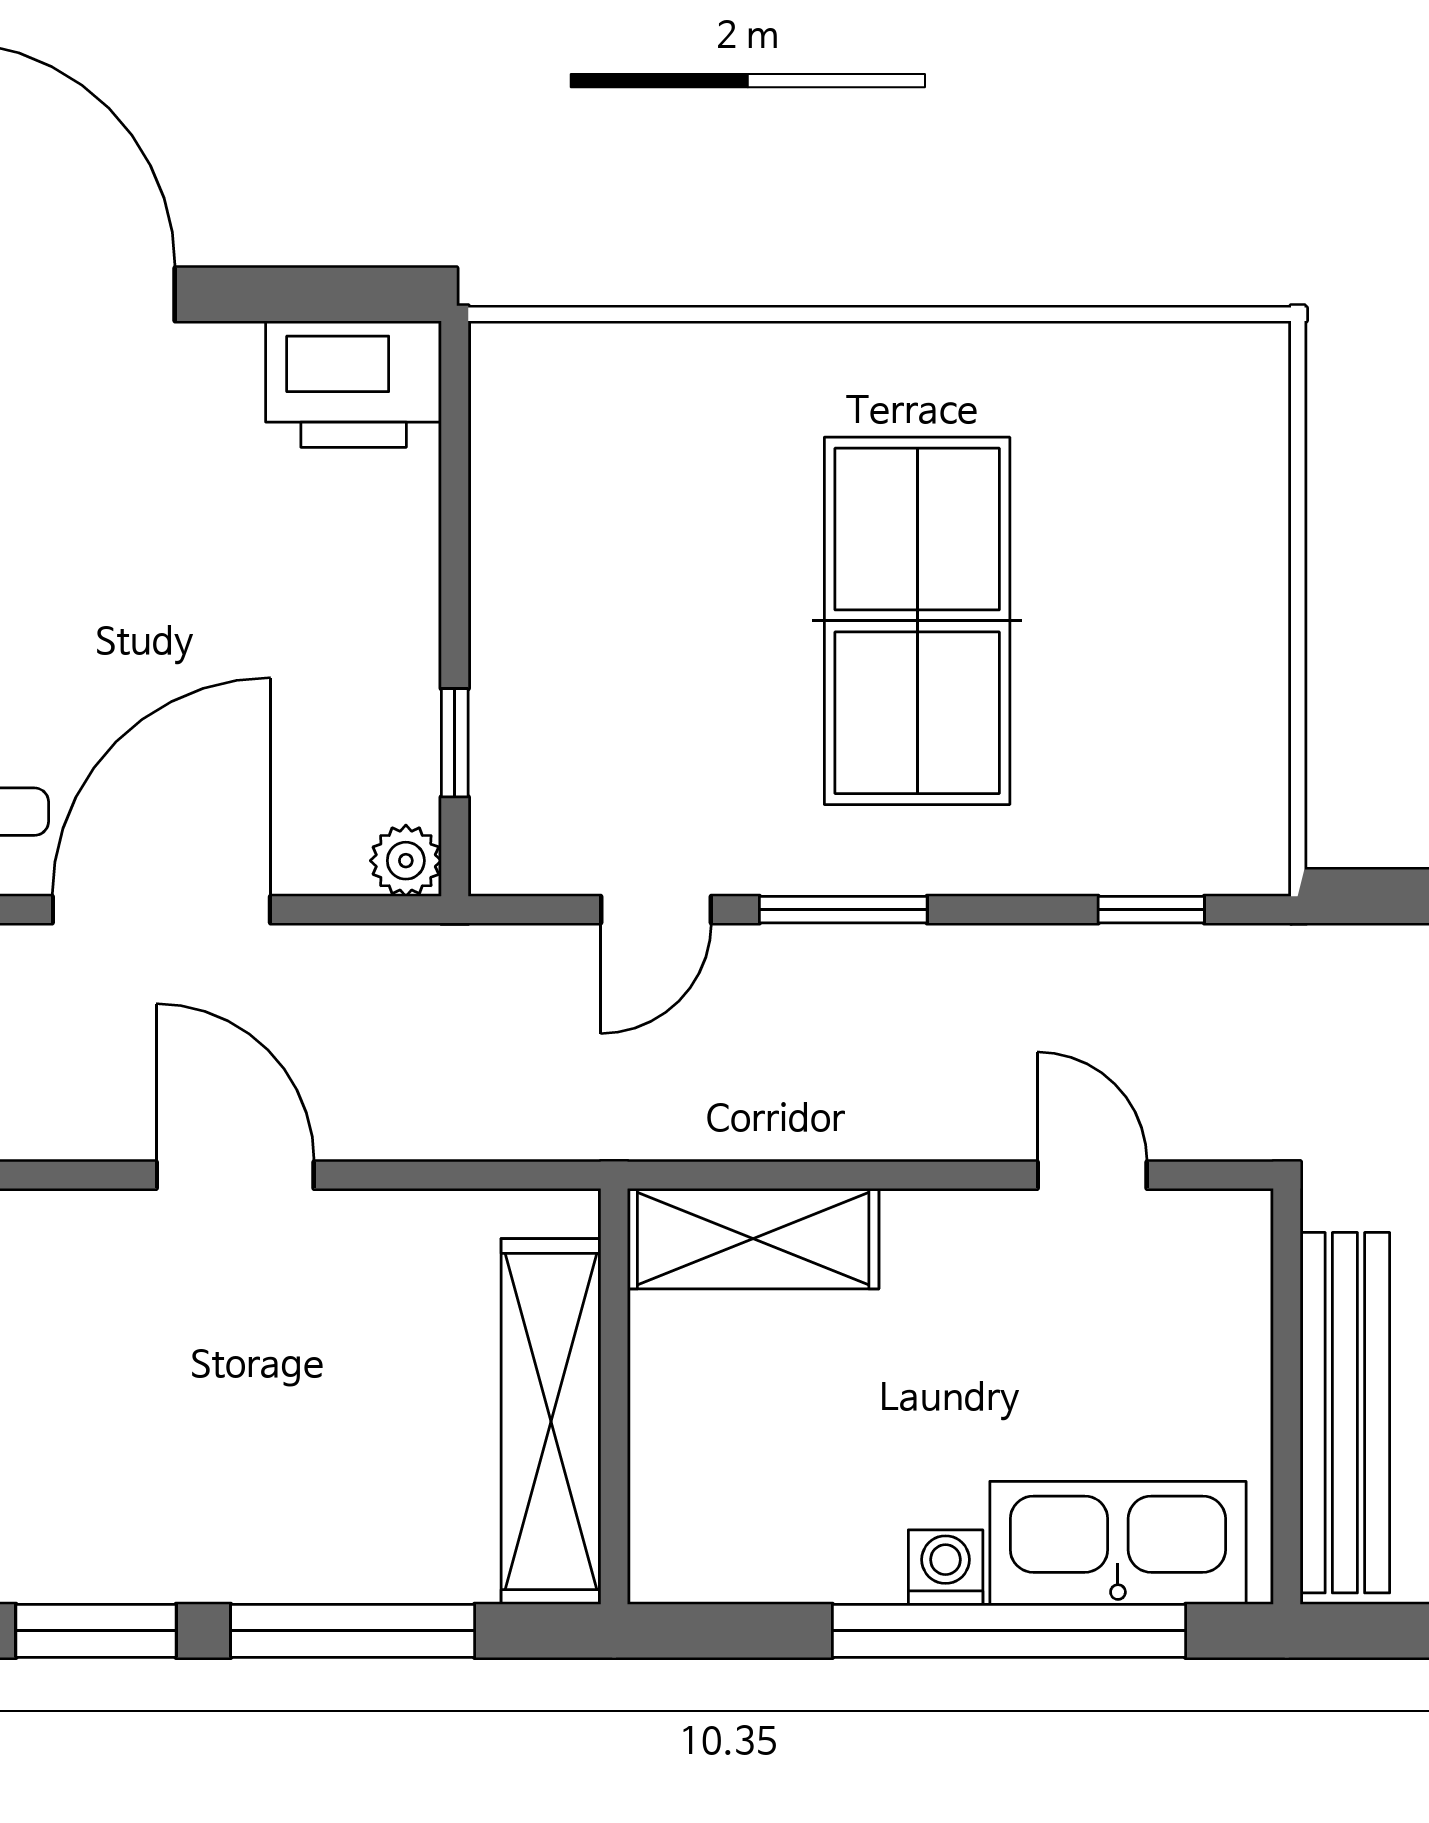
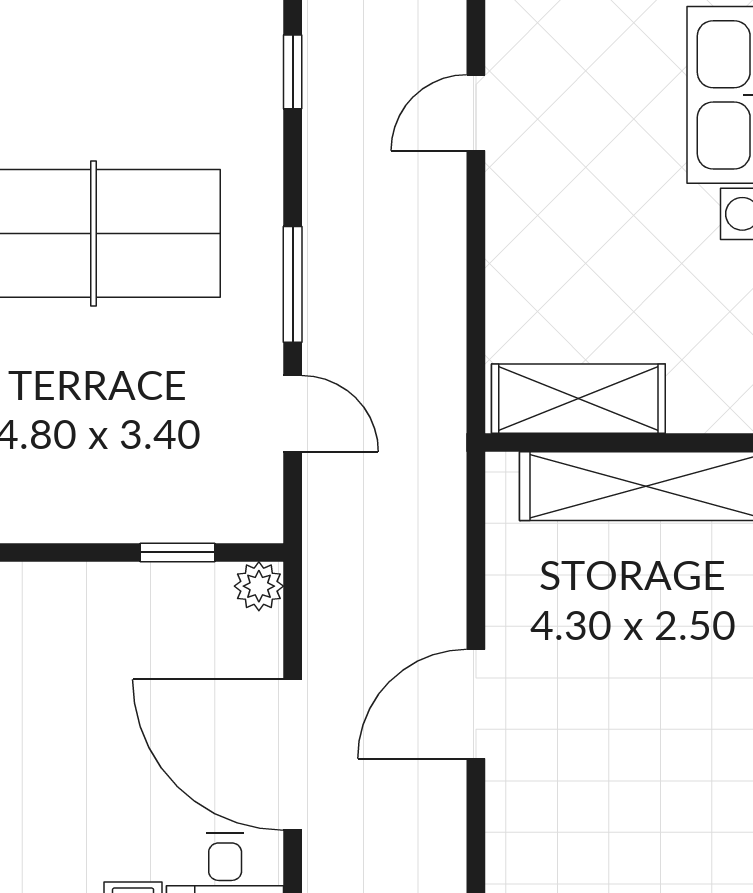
shelving: (753, 1239) -> (578, 399), moved, turned 90

